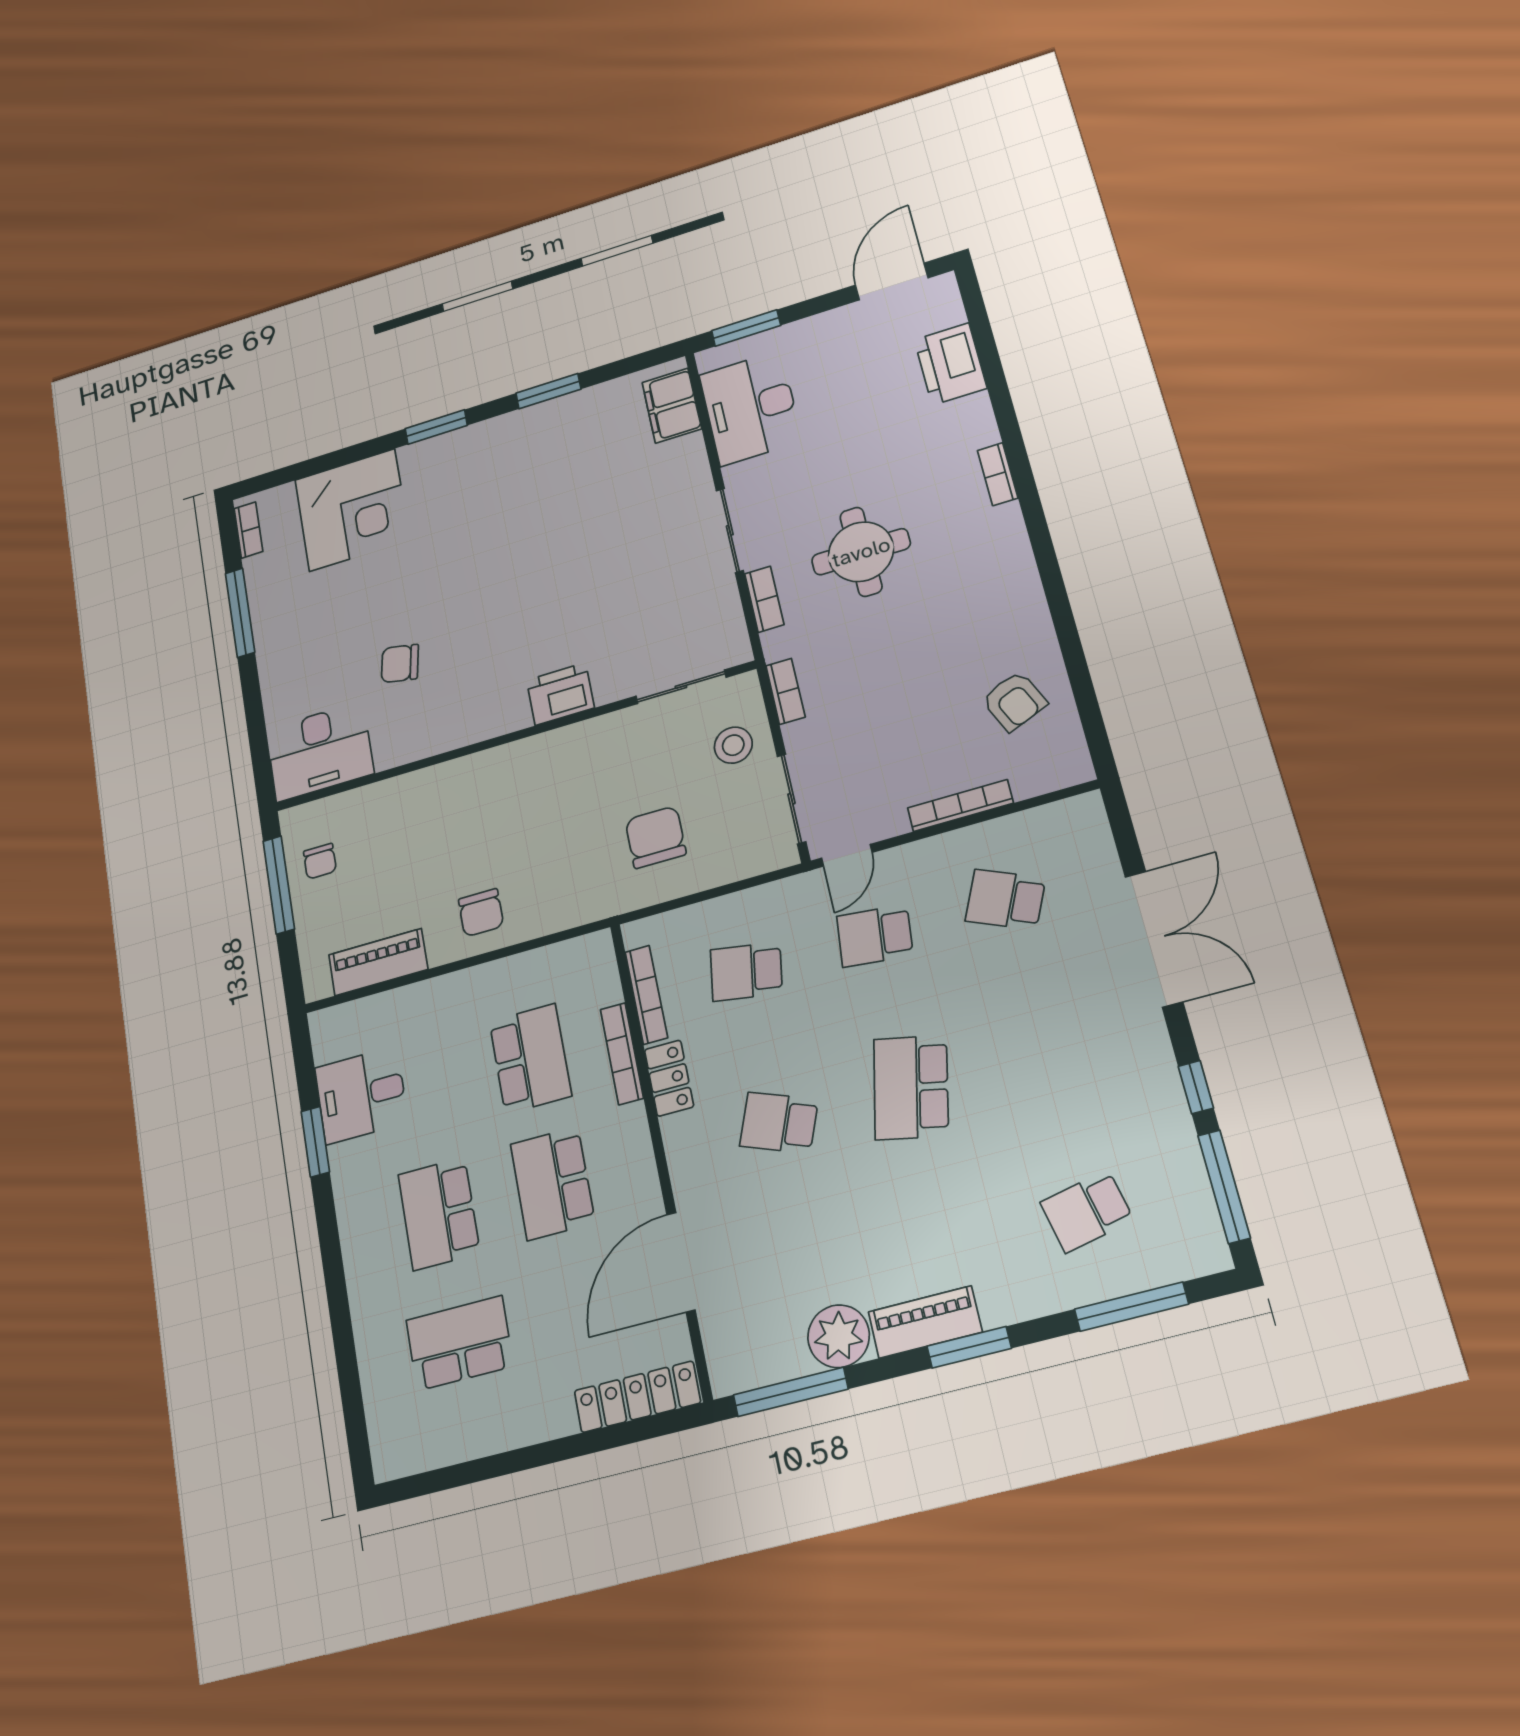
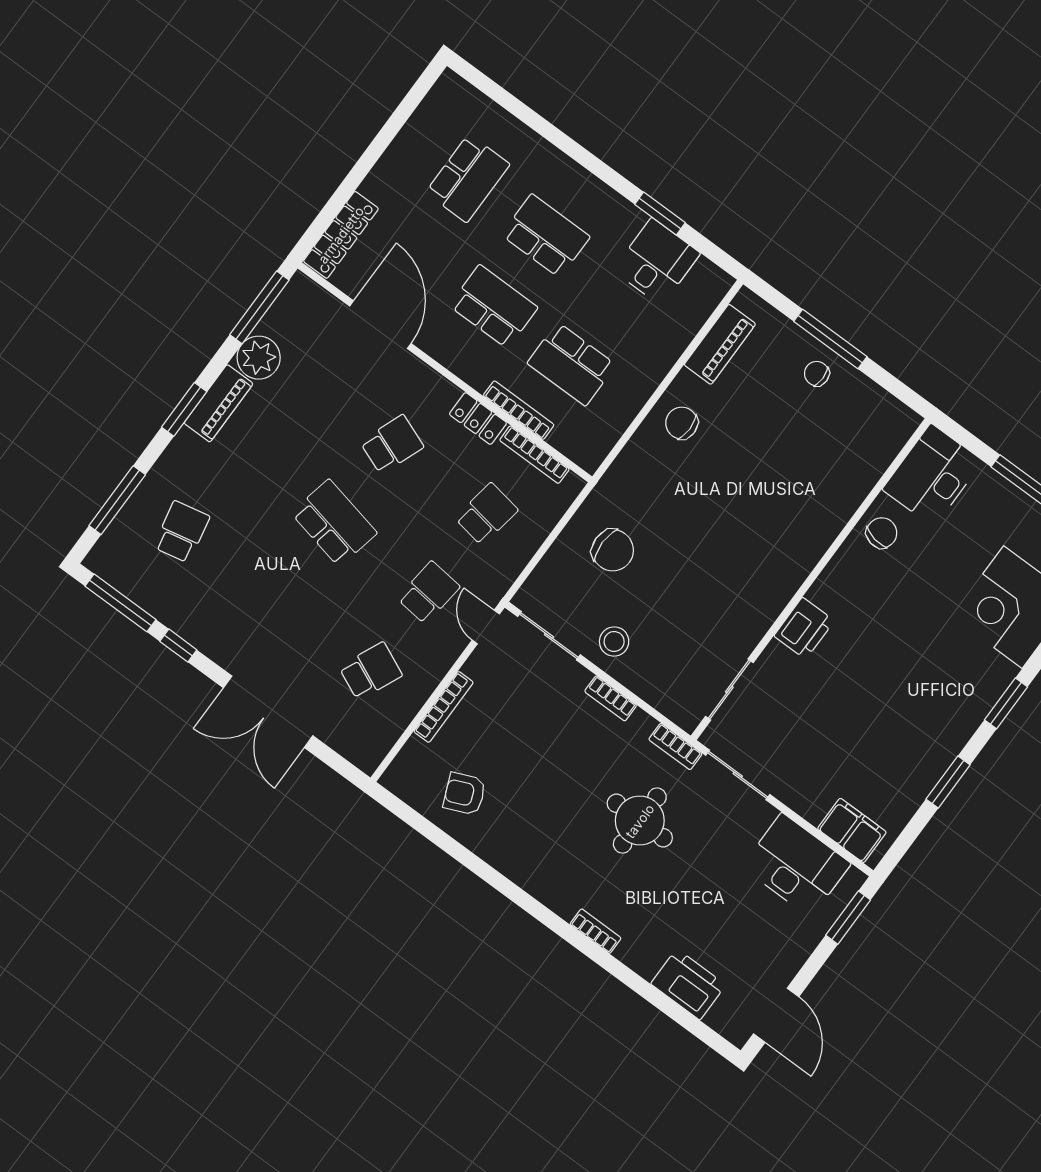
sliding door: (681, 687) -> (729, 690), moved
printer: (560, 694) -> (804, 628), moved
wall: (513, 737) -> (811, 579), moved
desk: (320, 751) -> (932, 475), moved

